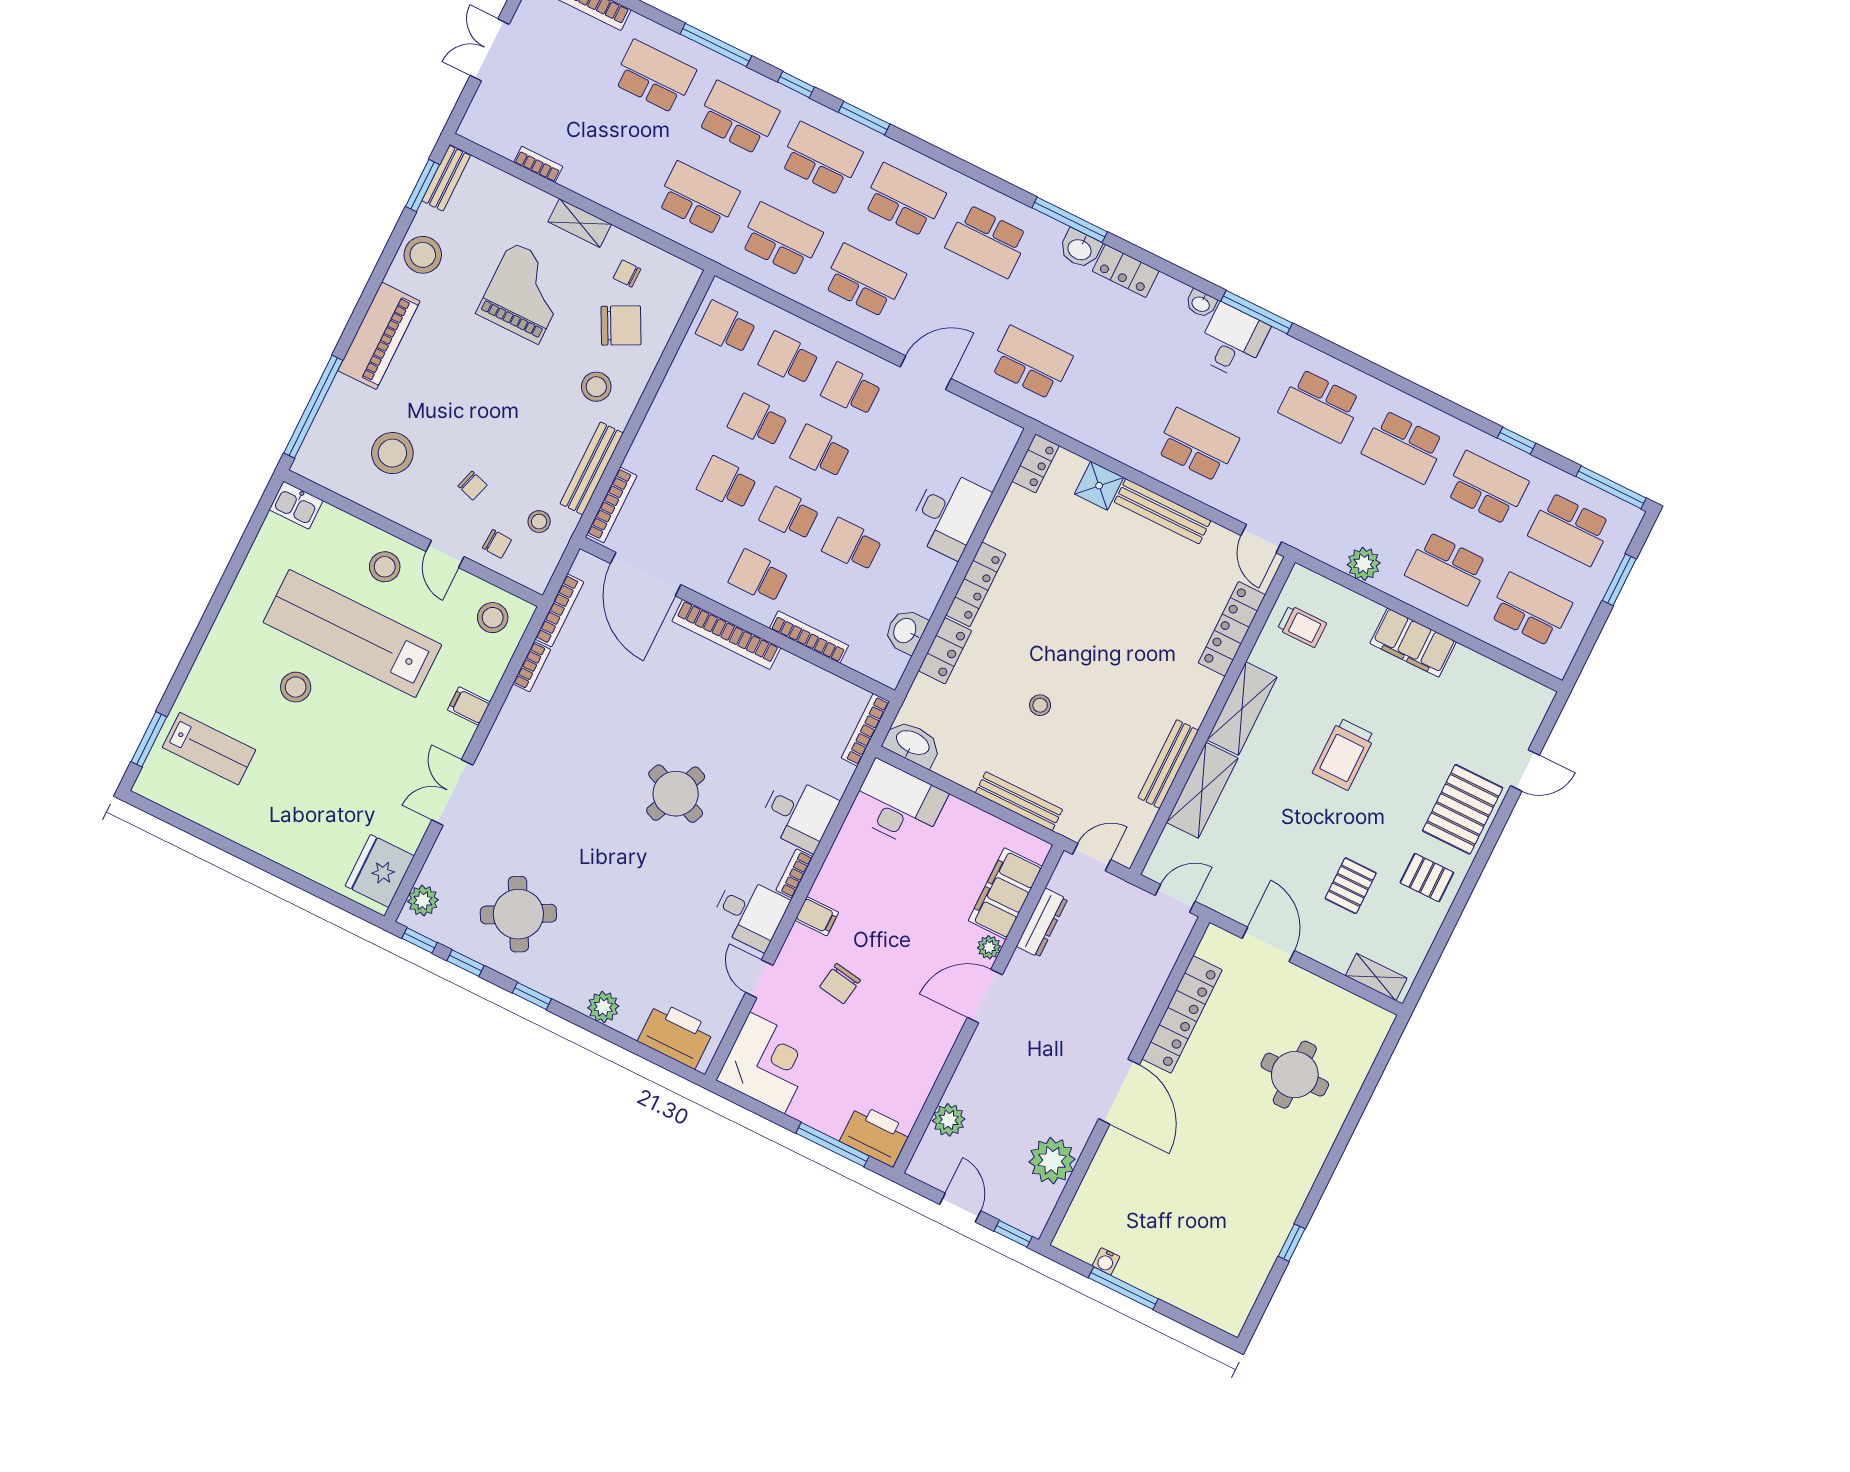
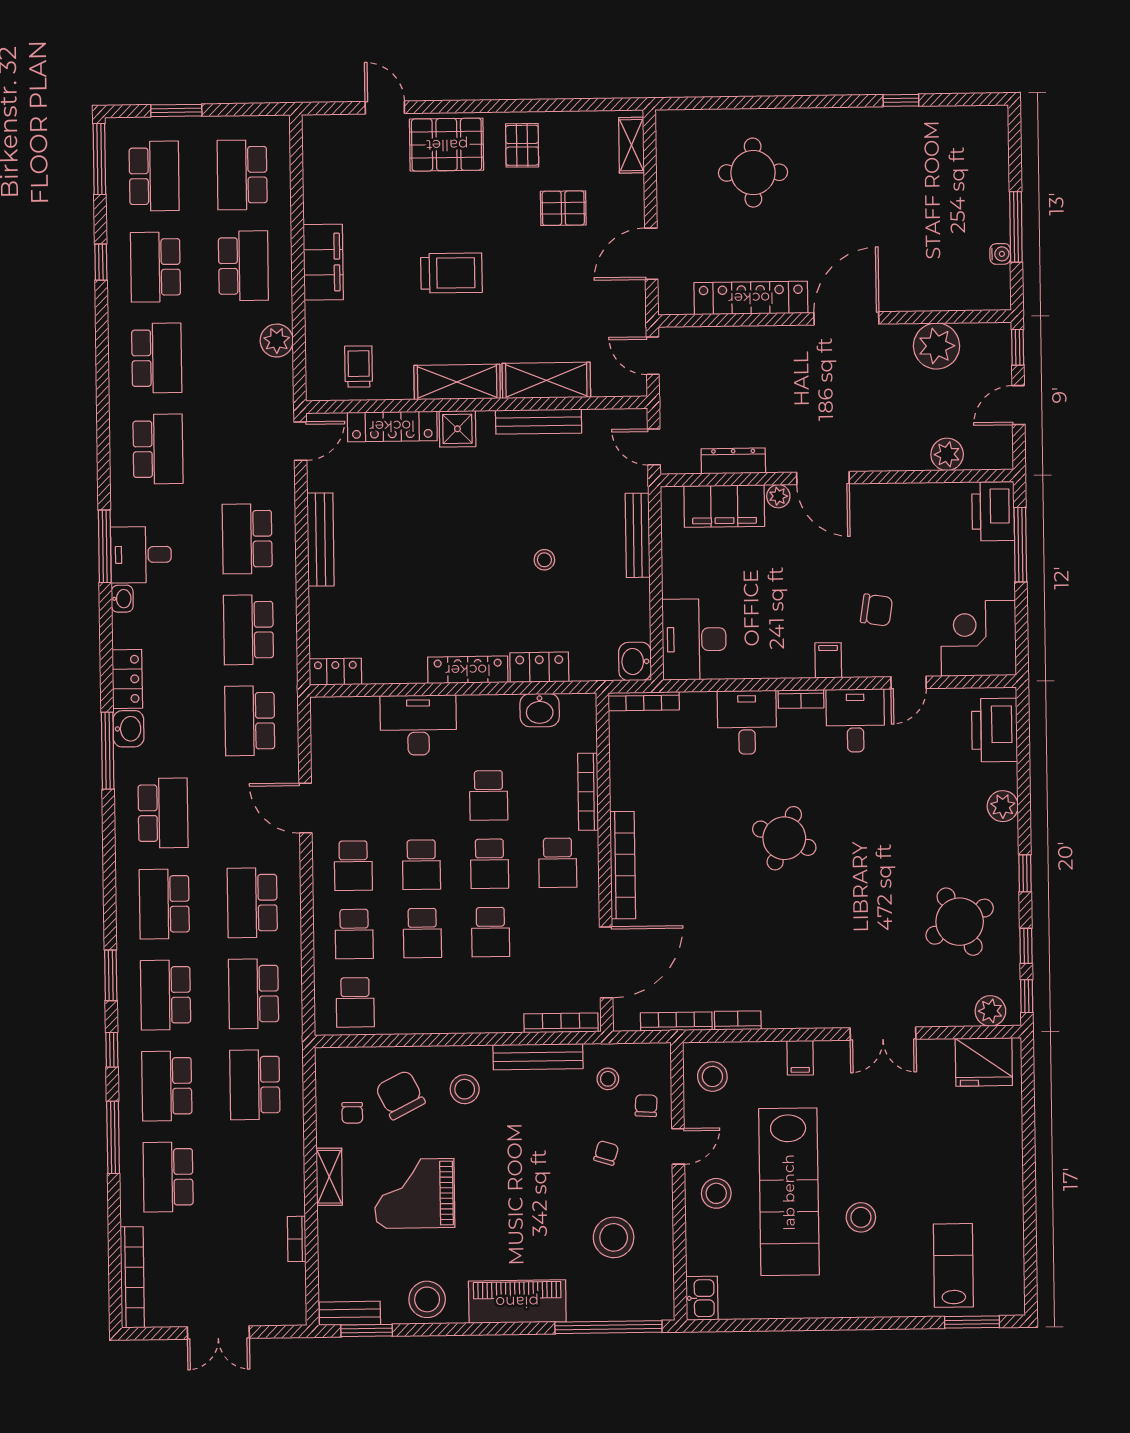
school desk: (1114, 404) -> (248, 630), added
shower: (1099, 486) -> (457, 429), moved
washbasin: (912, 743) -> (635, 661), width x0.72

